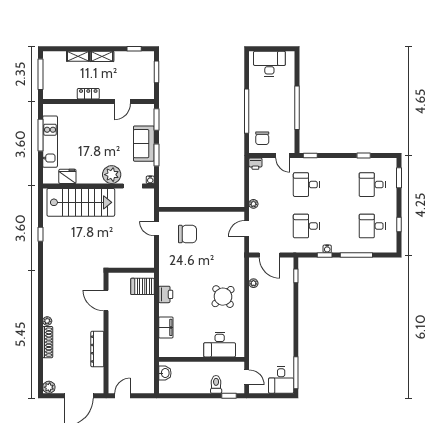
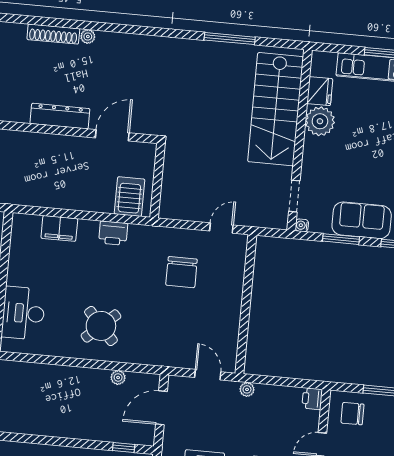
plant: (112, 175) -> (320, 121), moved
window: (40, 234) -> (230, 39), width x2.17
chair: (187, 234) -> (181, 272), moved
dresser: (97, 349) -> (60, 116), moved

